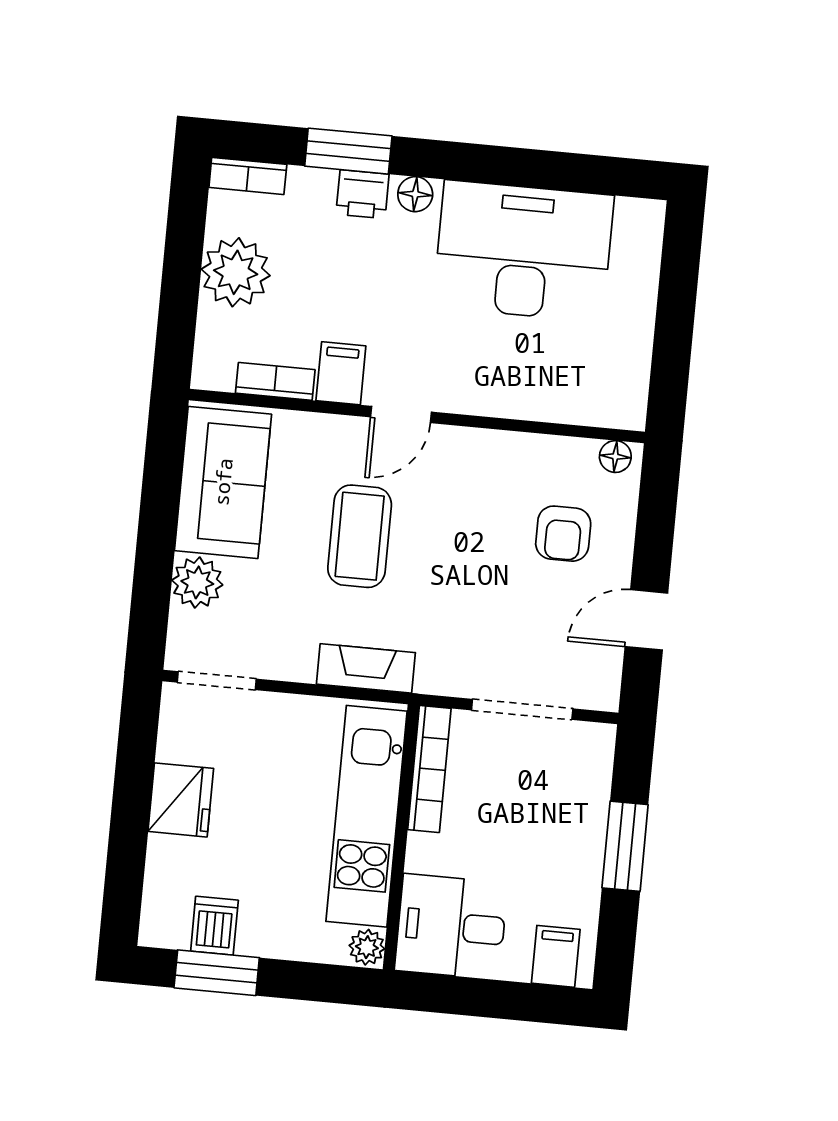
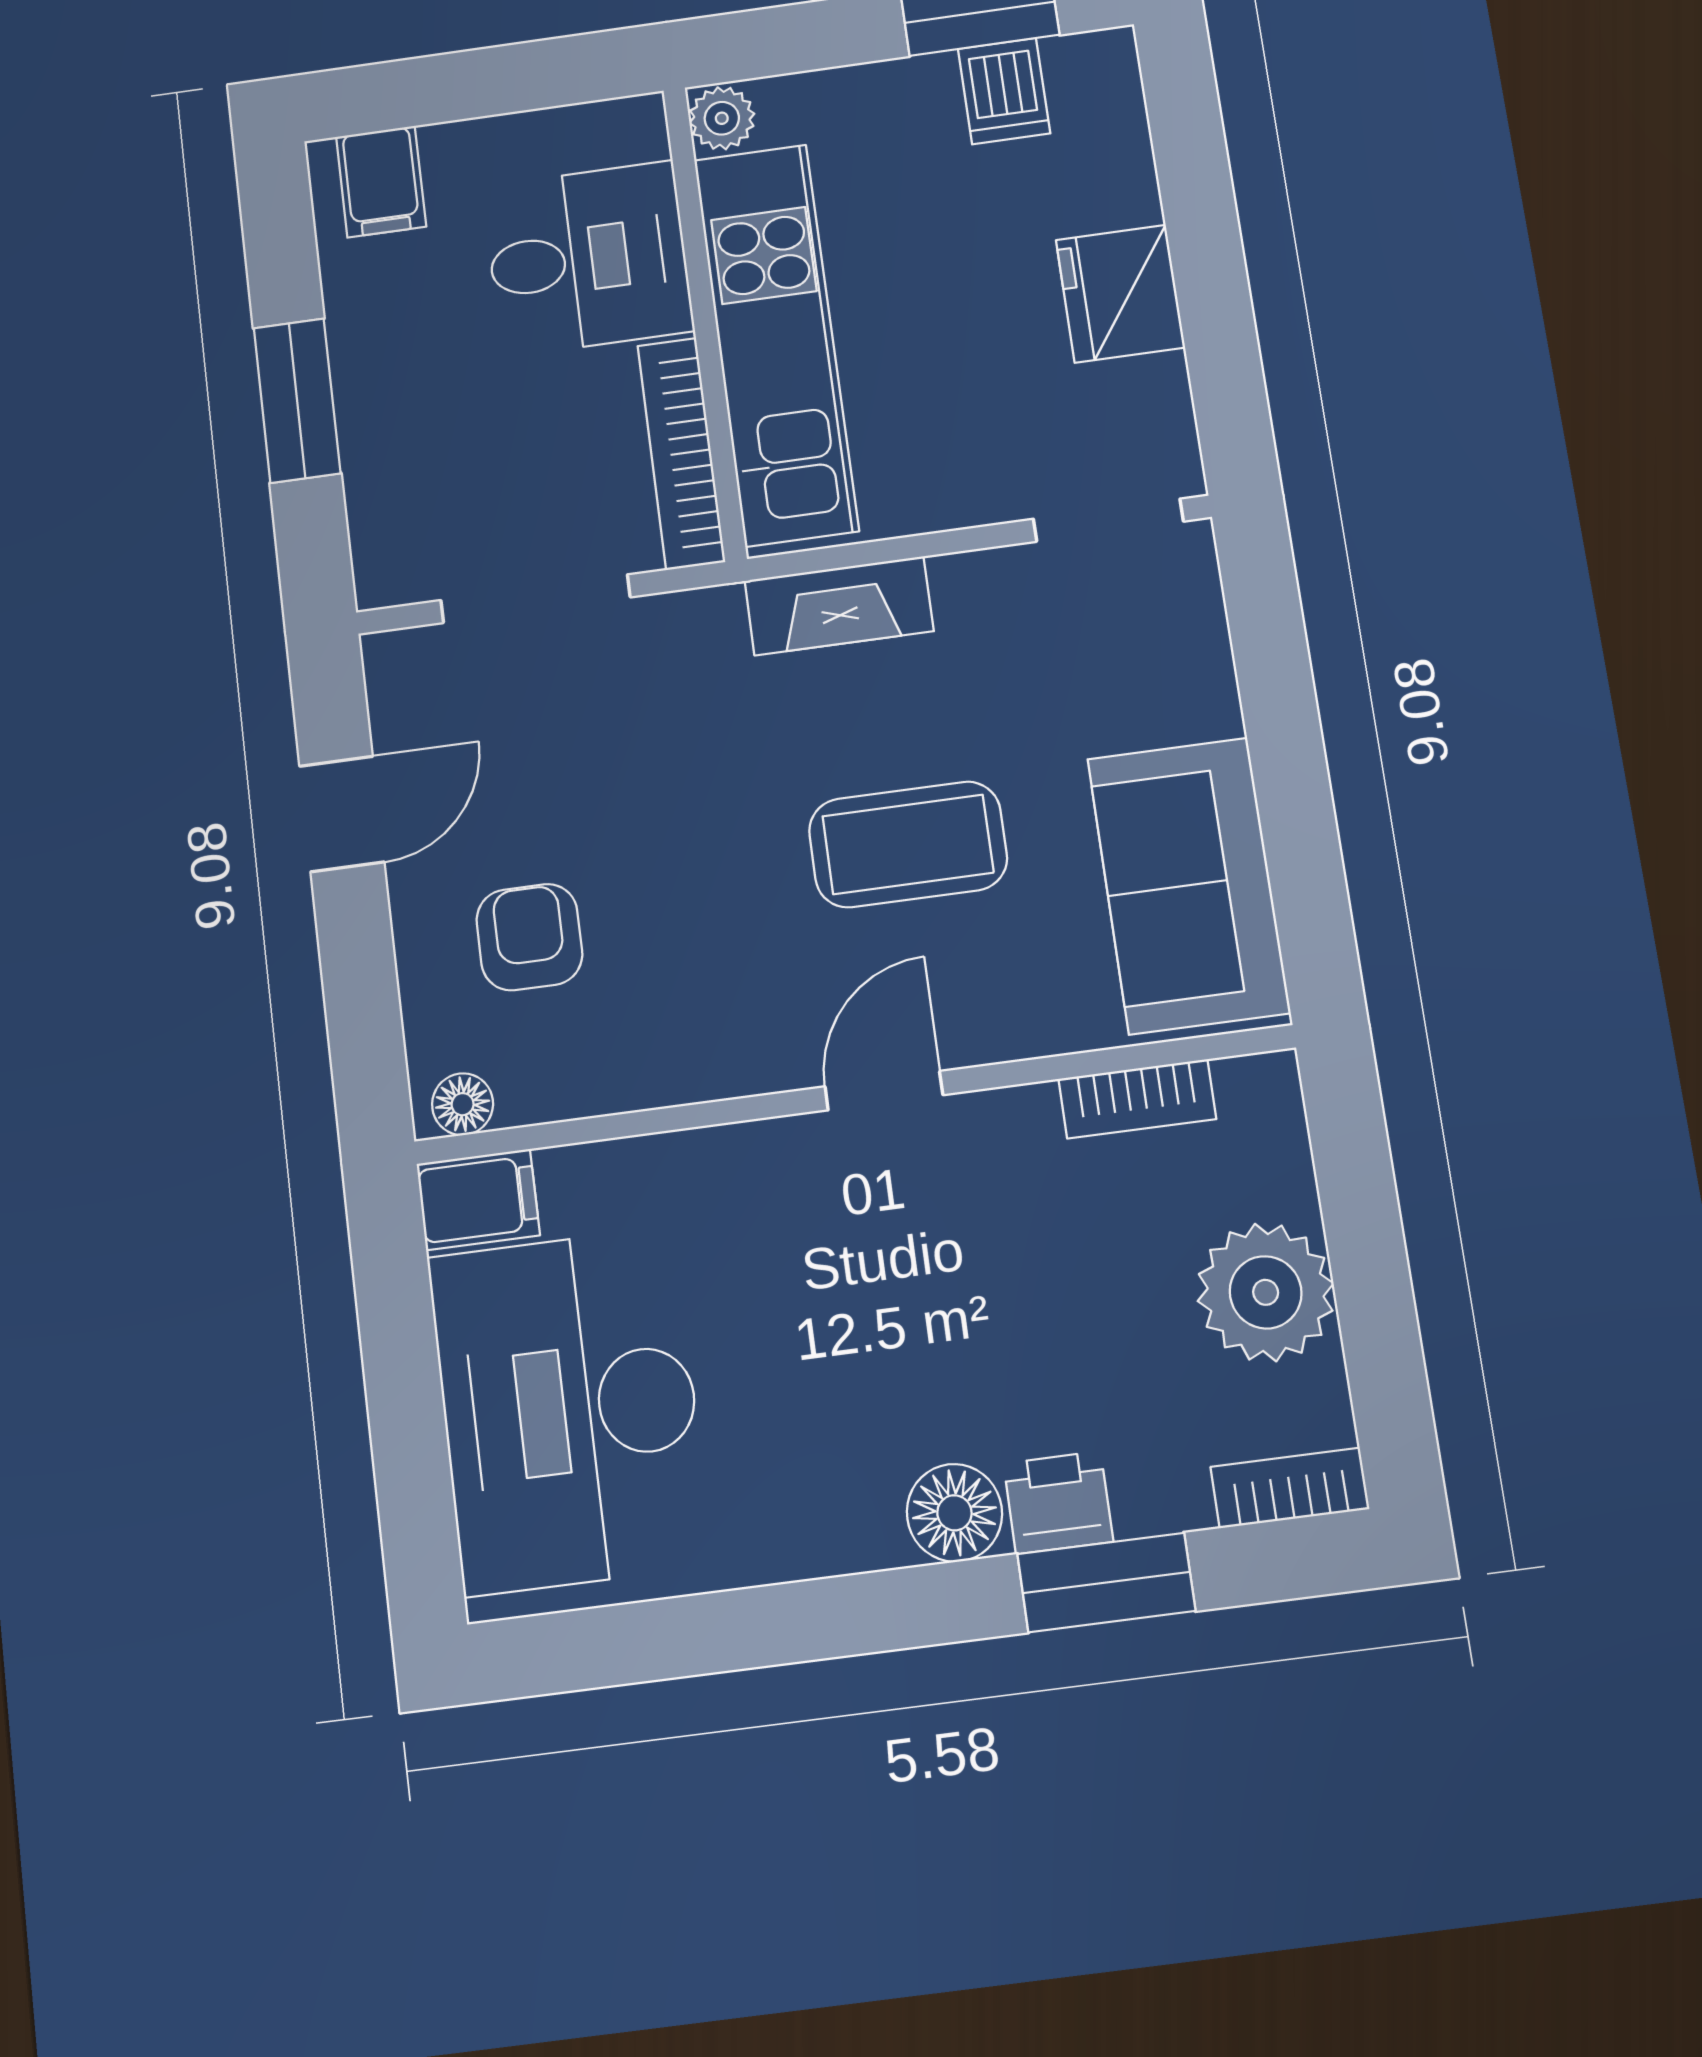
floor lamp: (415, 194) -> (954, 1513), width x1.37, depth x1.37
desk: (524, 251) -> (569, 1410), moved, turned 90
filing cabinet: (341, 373) -> (478, 1199), moved, turned -90
coffee table: (360, 536) -> (908, 844), turned 90
plant: (197, 582) -> (1190, 689), removed
desk: (451, 927) -> (588, 259), moved

